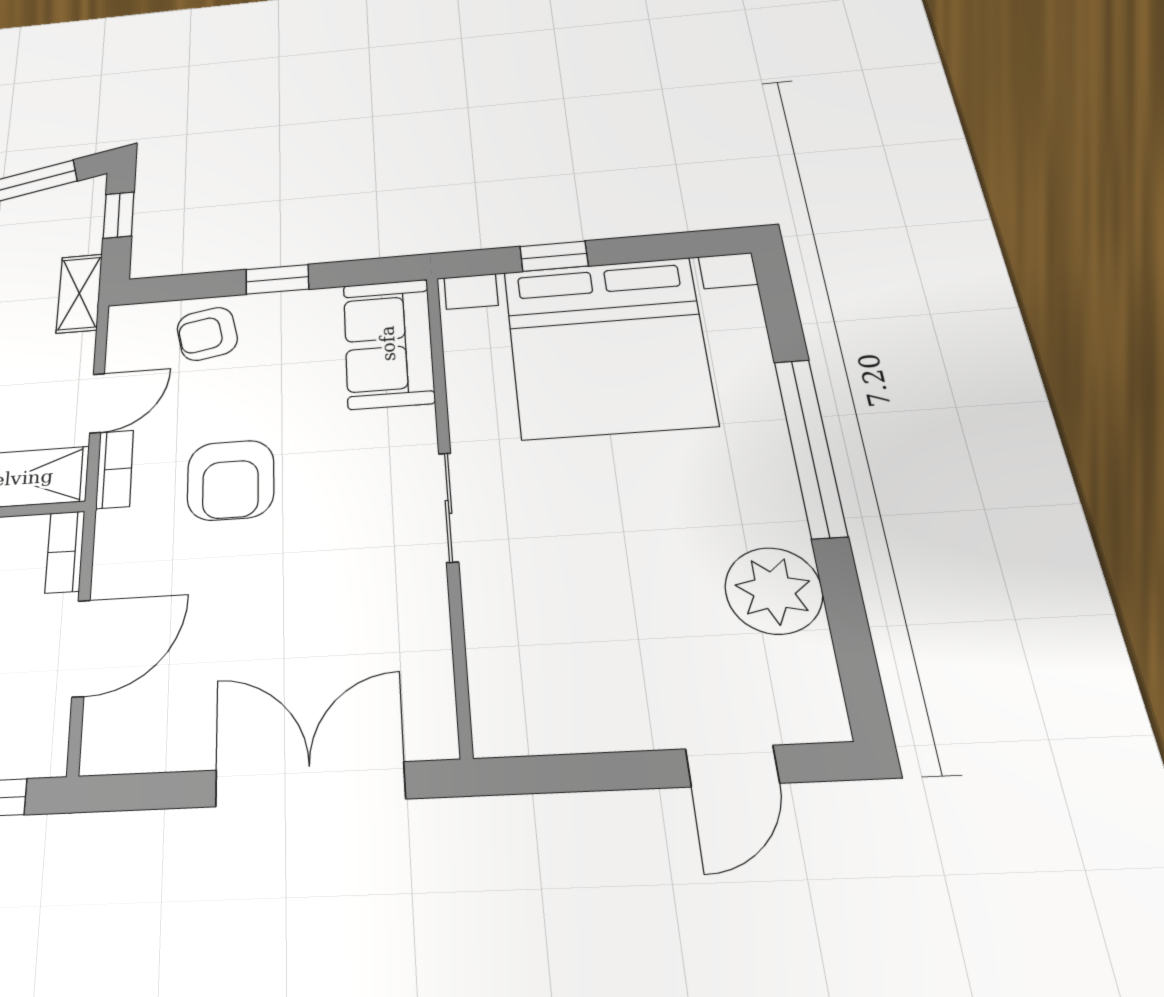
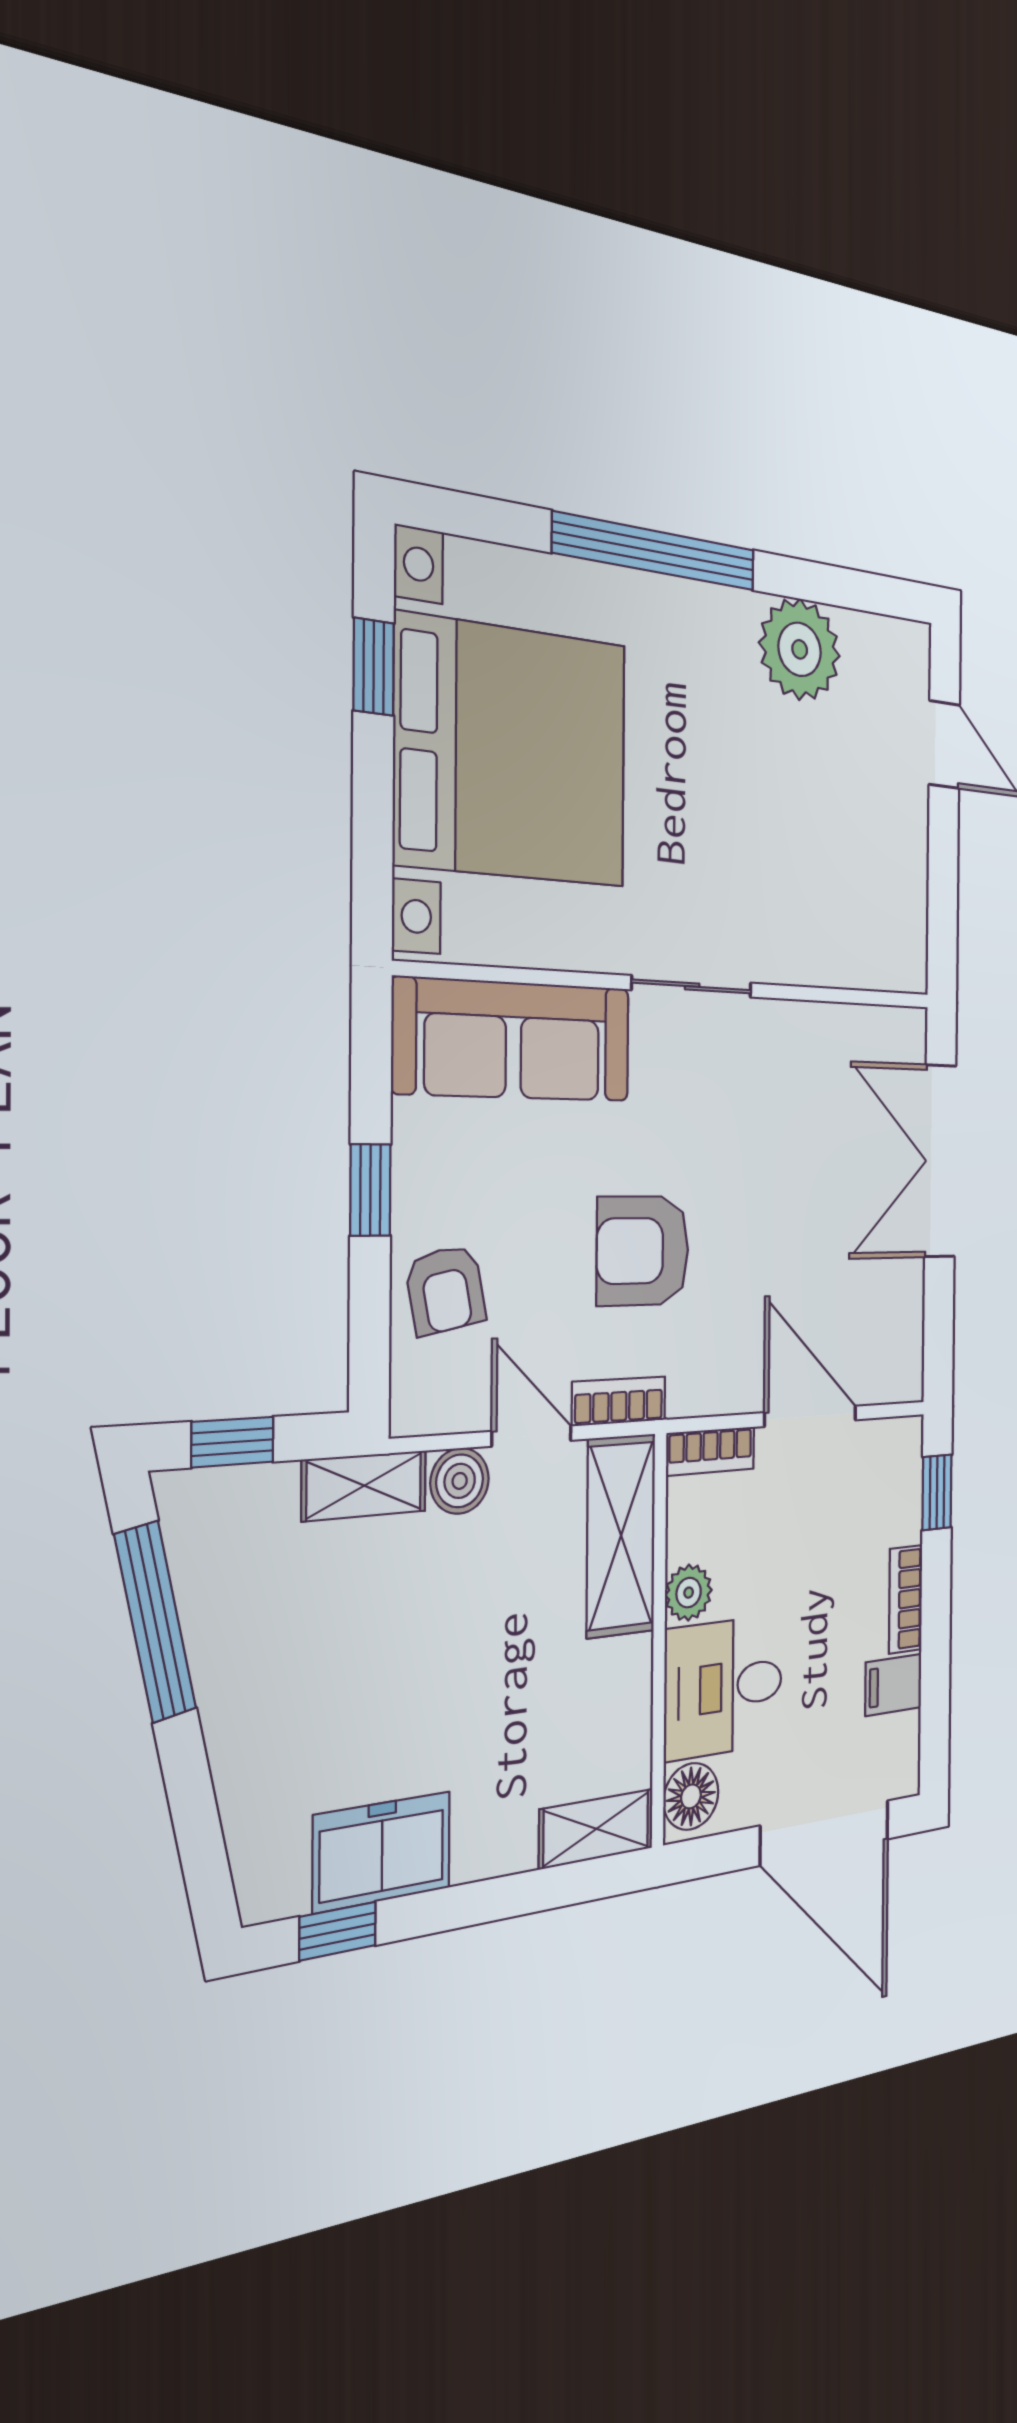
window: (554, 256) -> (374, 667), moved
sofa: (388, 343) -> (513, 1040), width x1.36
boiler: (73, 355) -> (460, 1481), added
armchair: (231, 480) -> (643, 1251), turned 180

